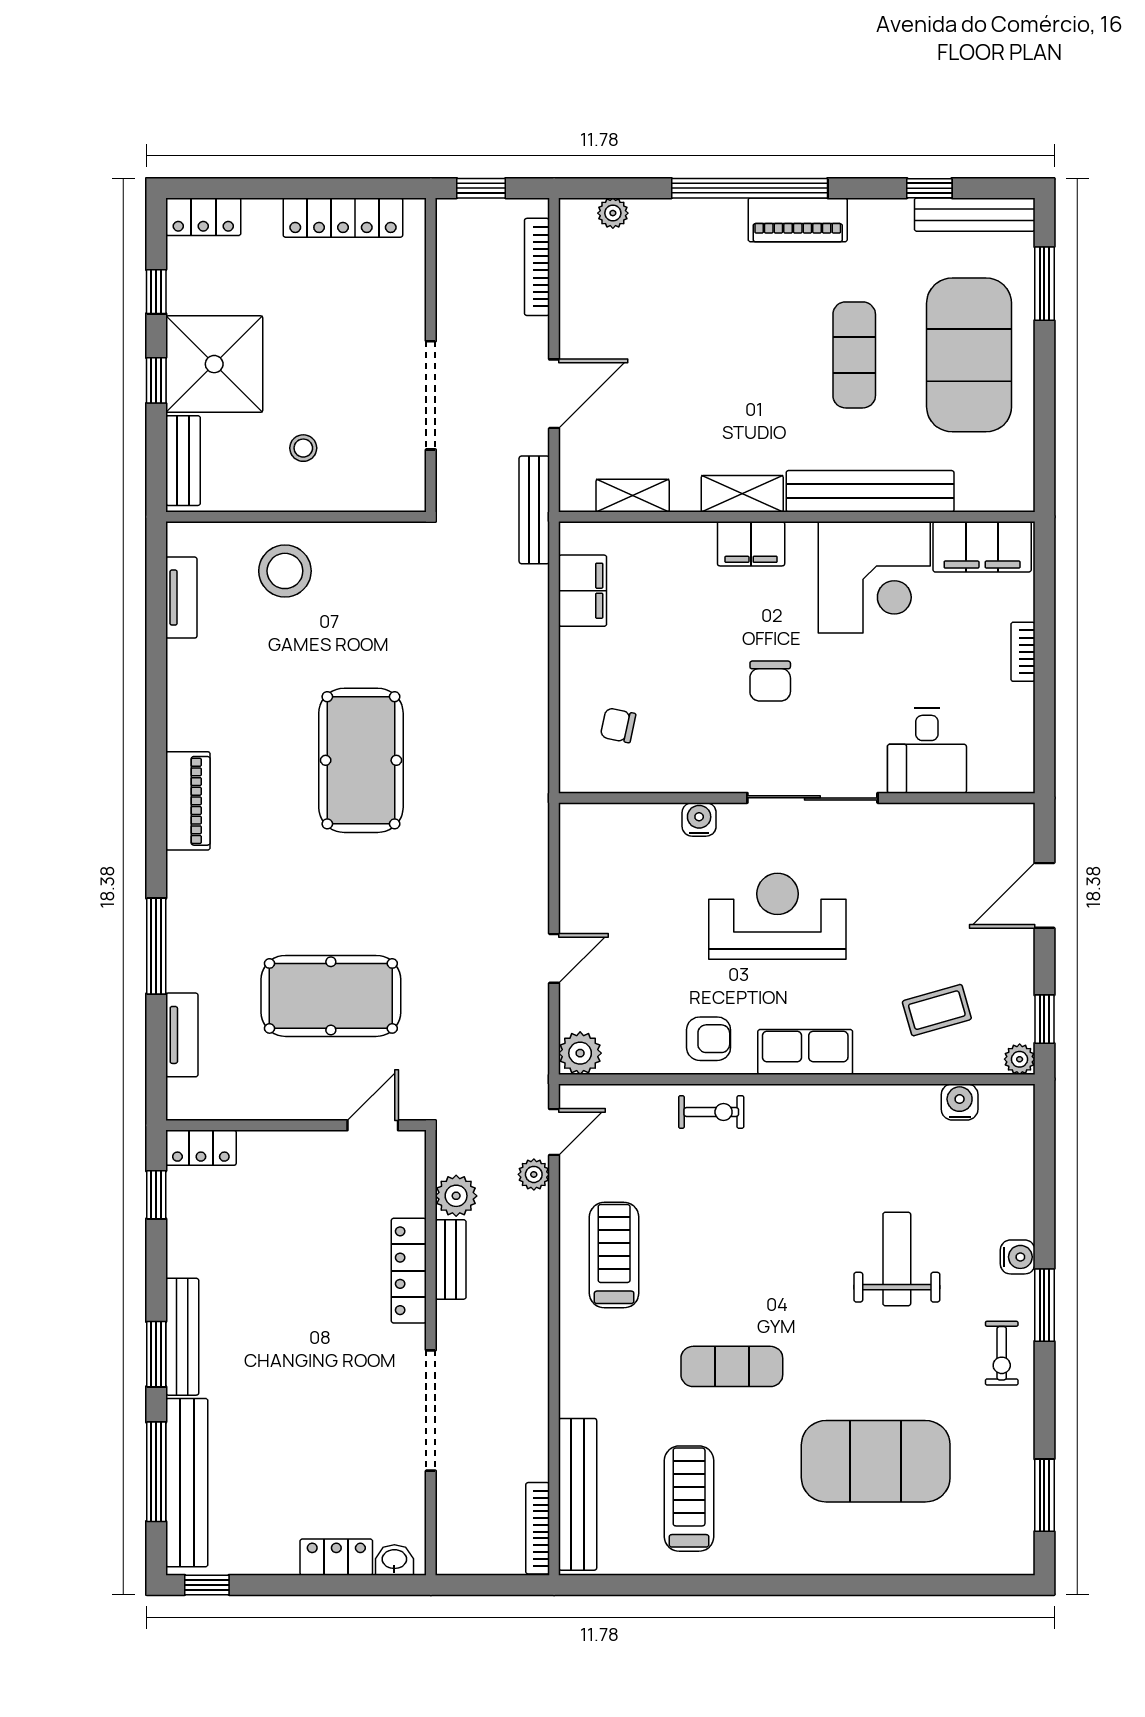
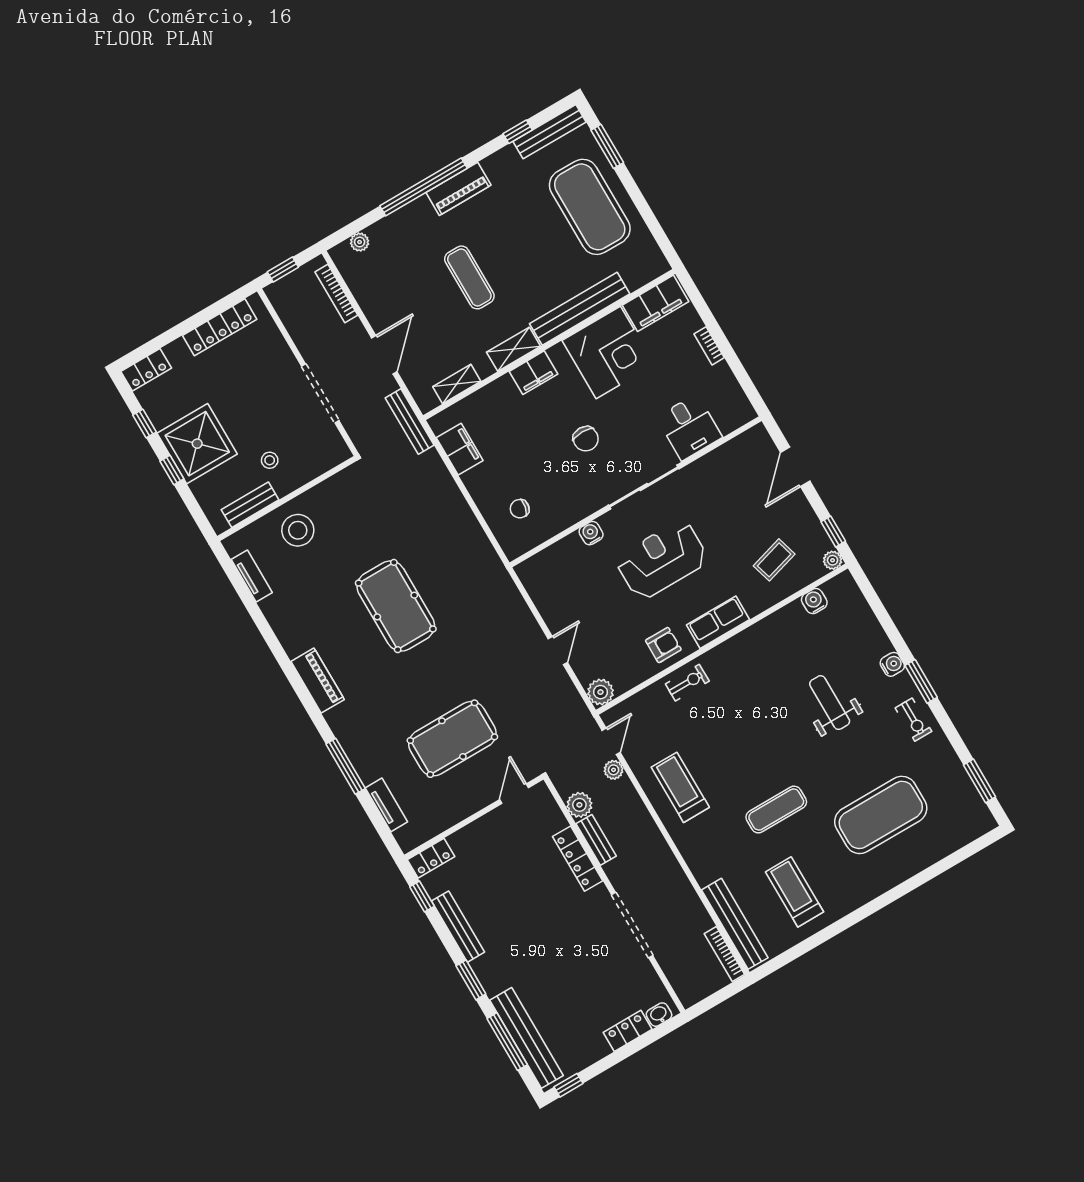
exercise mat: (854, 355) -> (469, 277), moved
bench: (183, 461) -> (250, 505), moved, turned 90
bench: (182, 1337) -> (458, 927), moved

